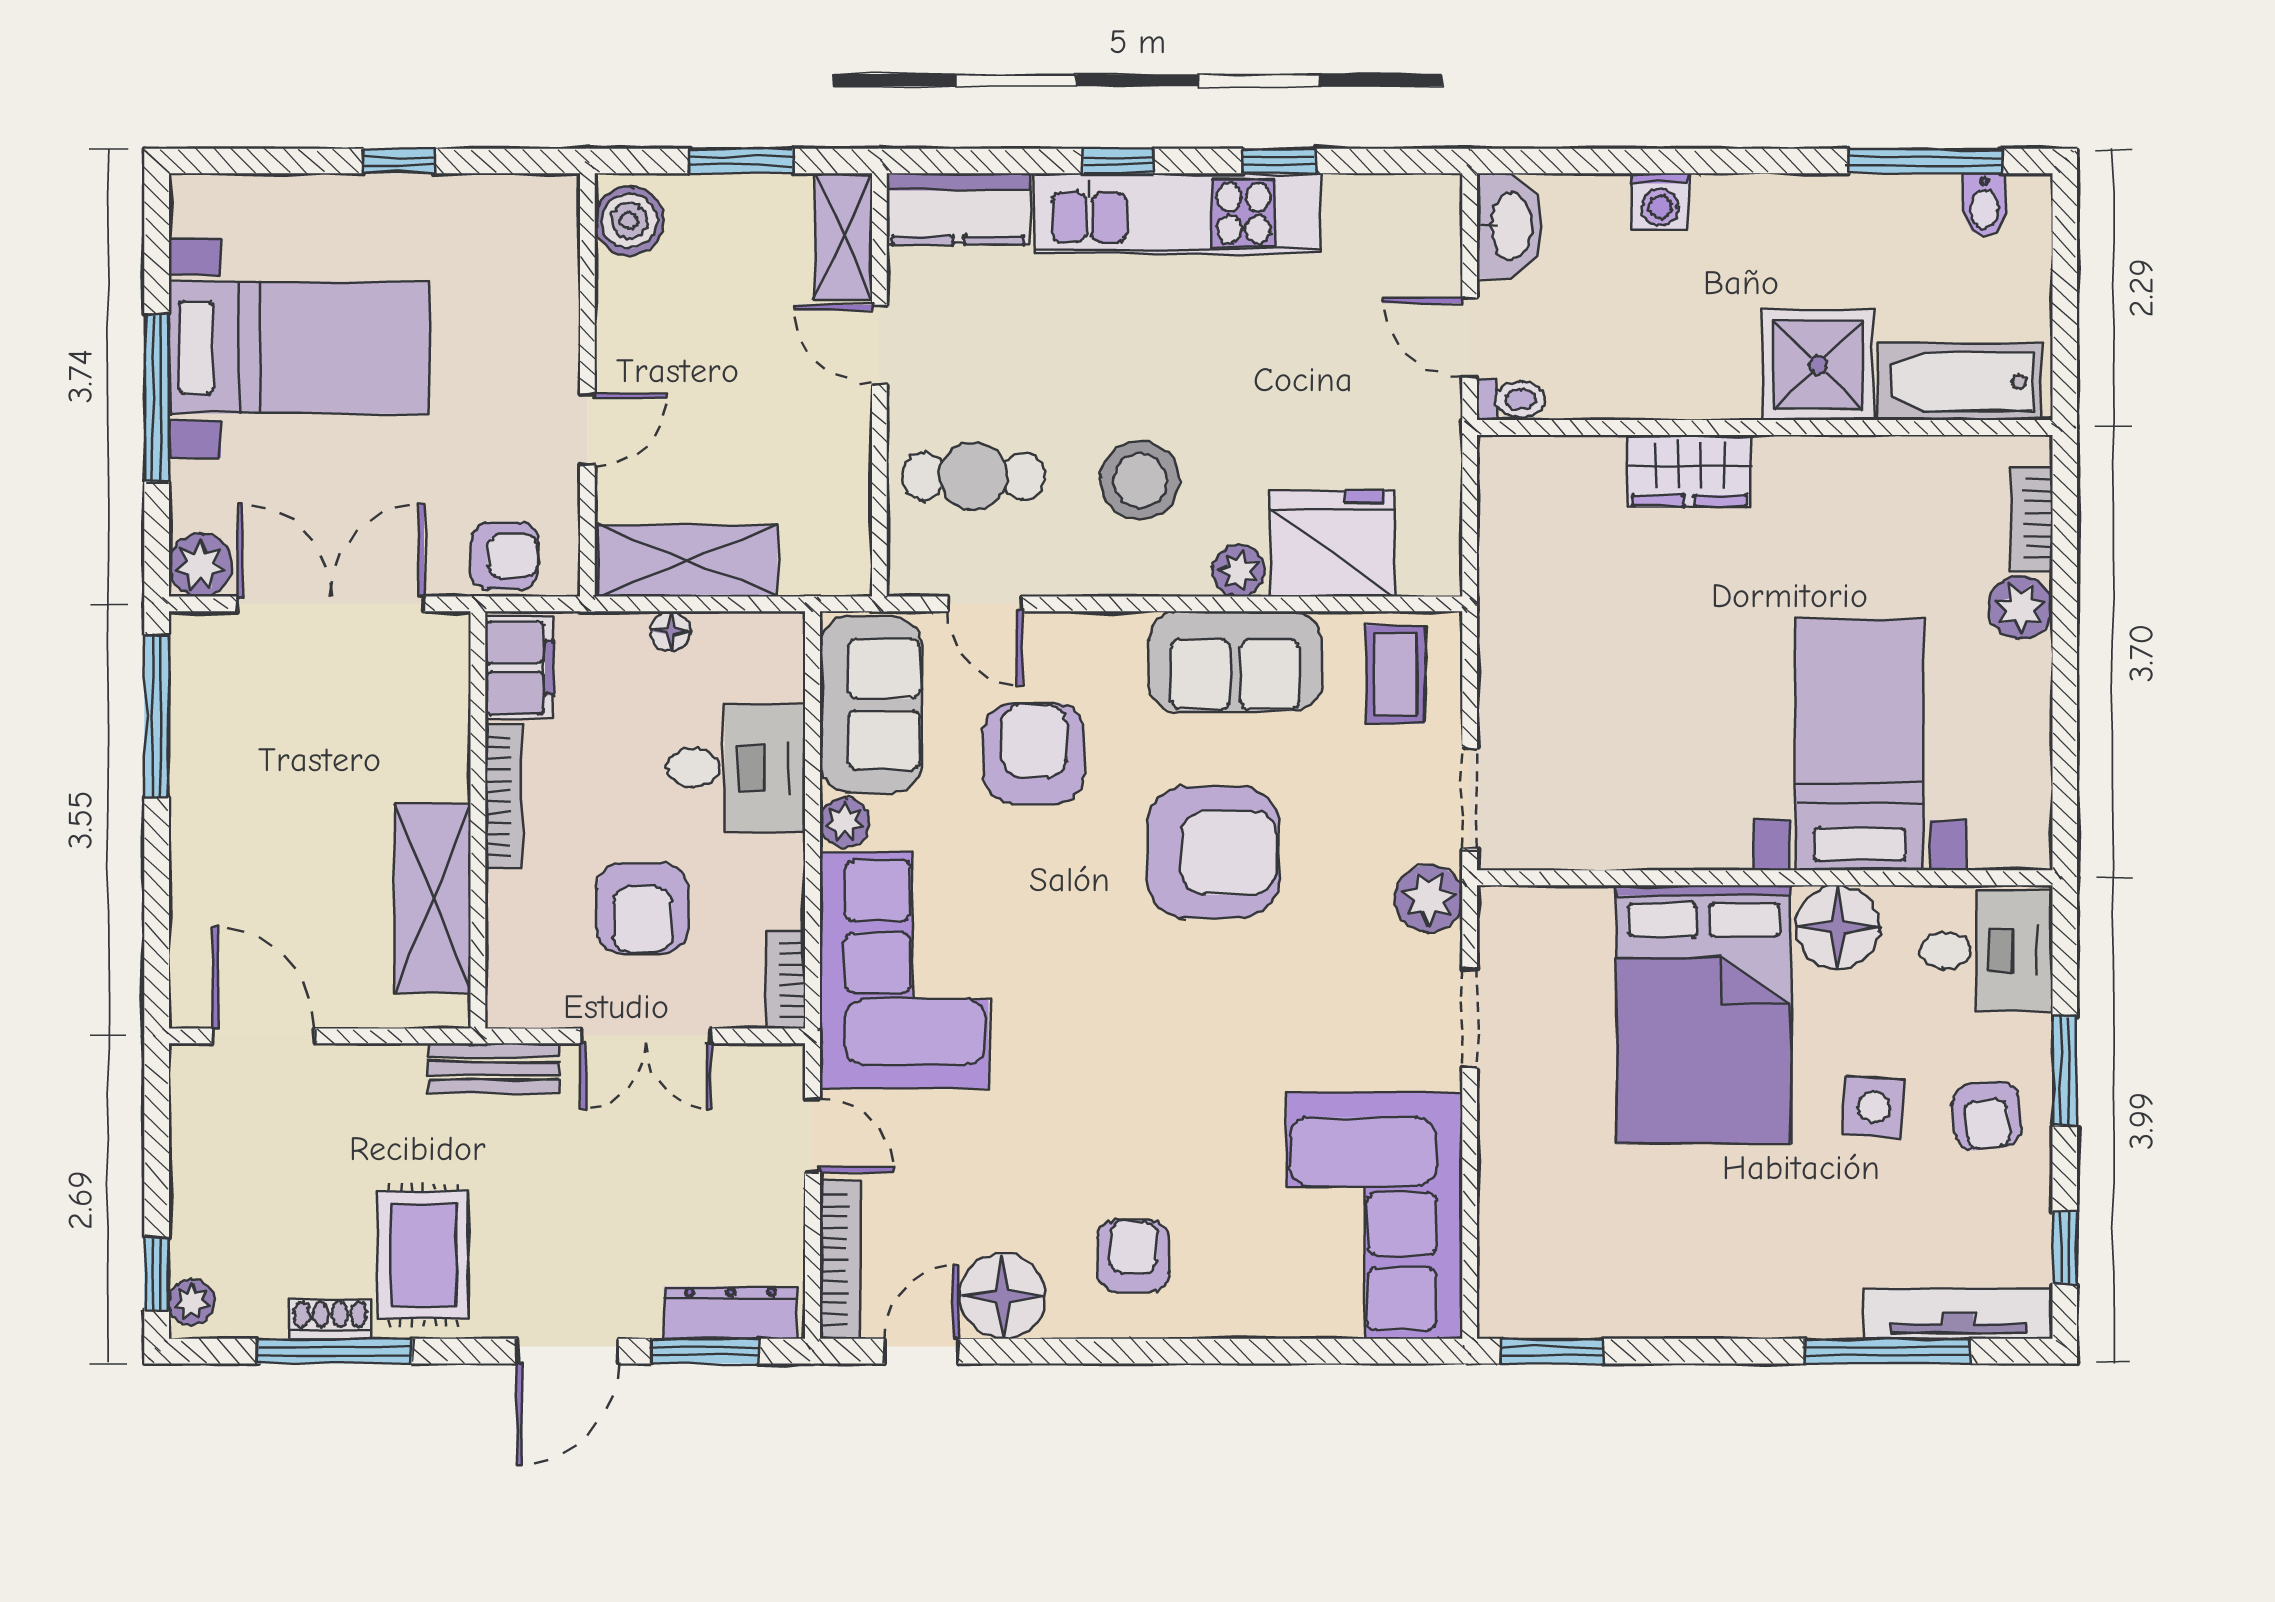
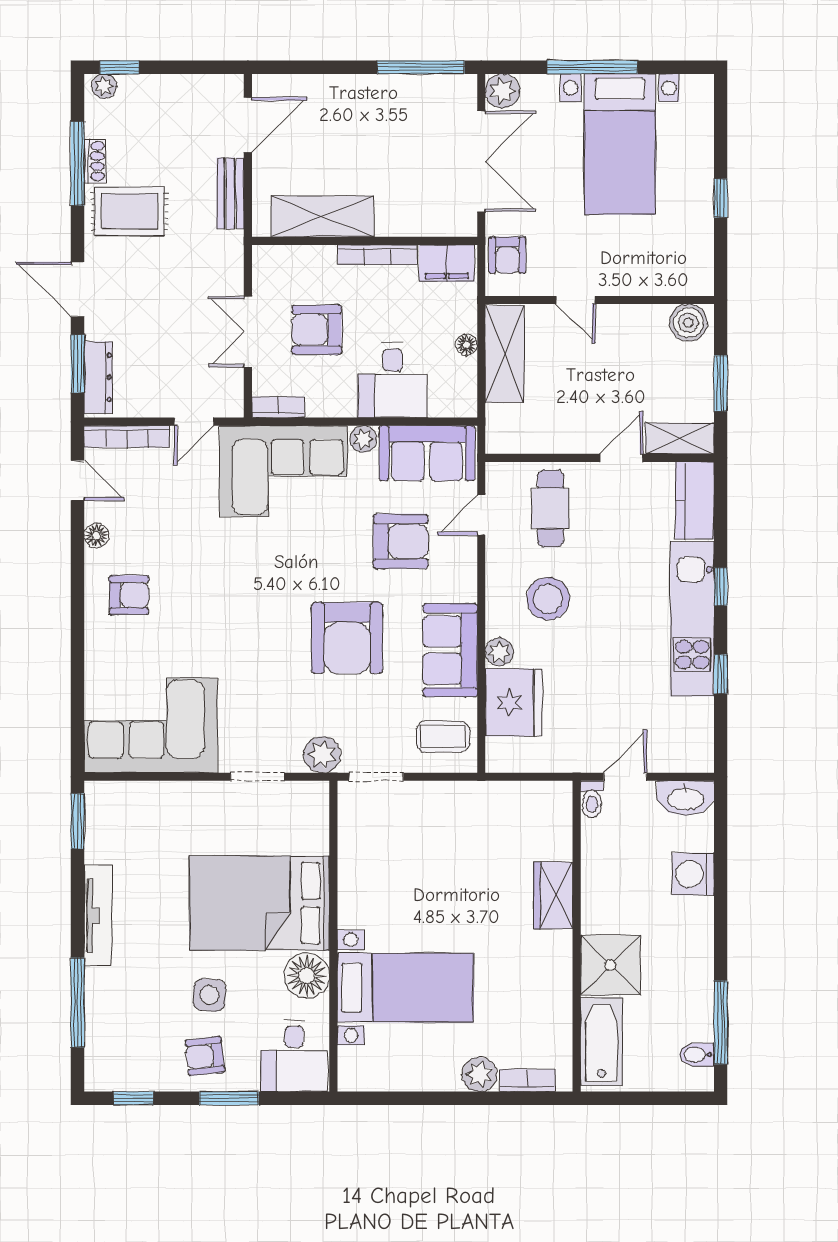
washing machine: (1660, 202) -> (693, 874), width x1.38, depth x1.38
bench: (494, 1068) -> (230, 193), moved
floor lamp: (1003, 1296) -> (96, 535), width x0.53, depth x0.53
tv unit: (1958, 1313) -> (98, 916), moved

